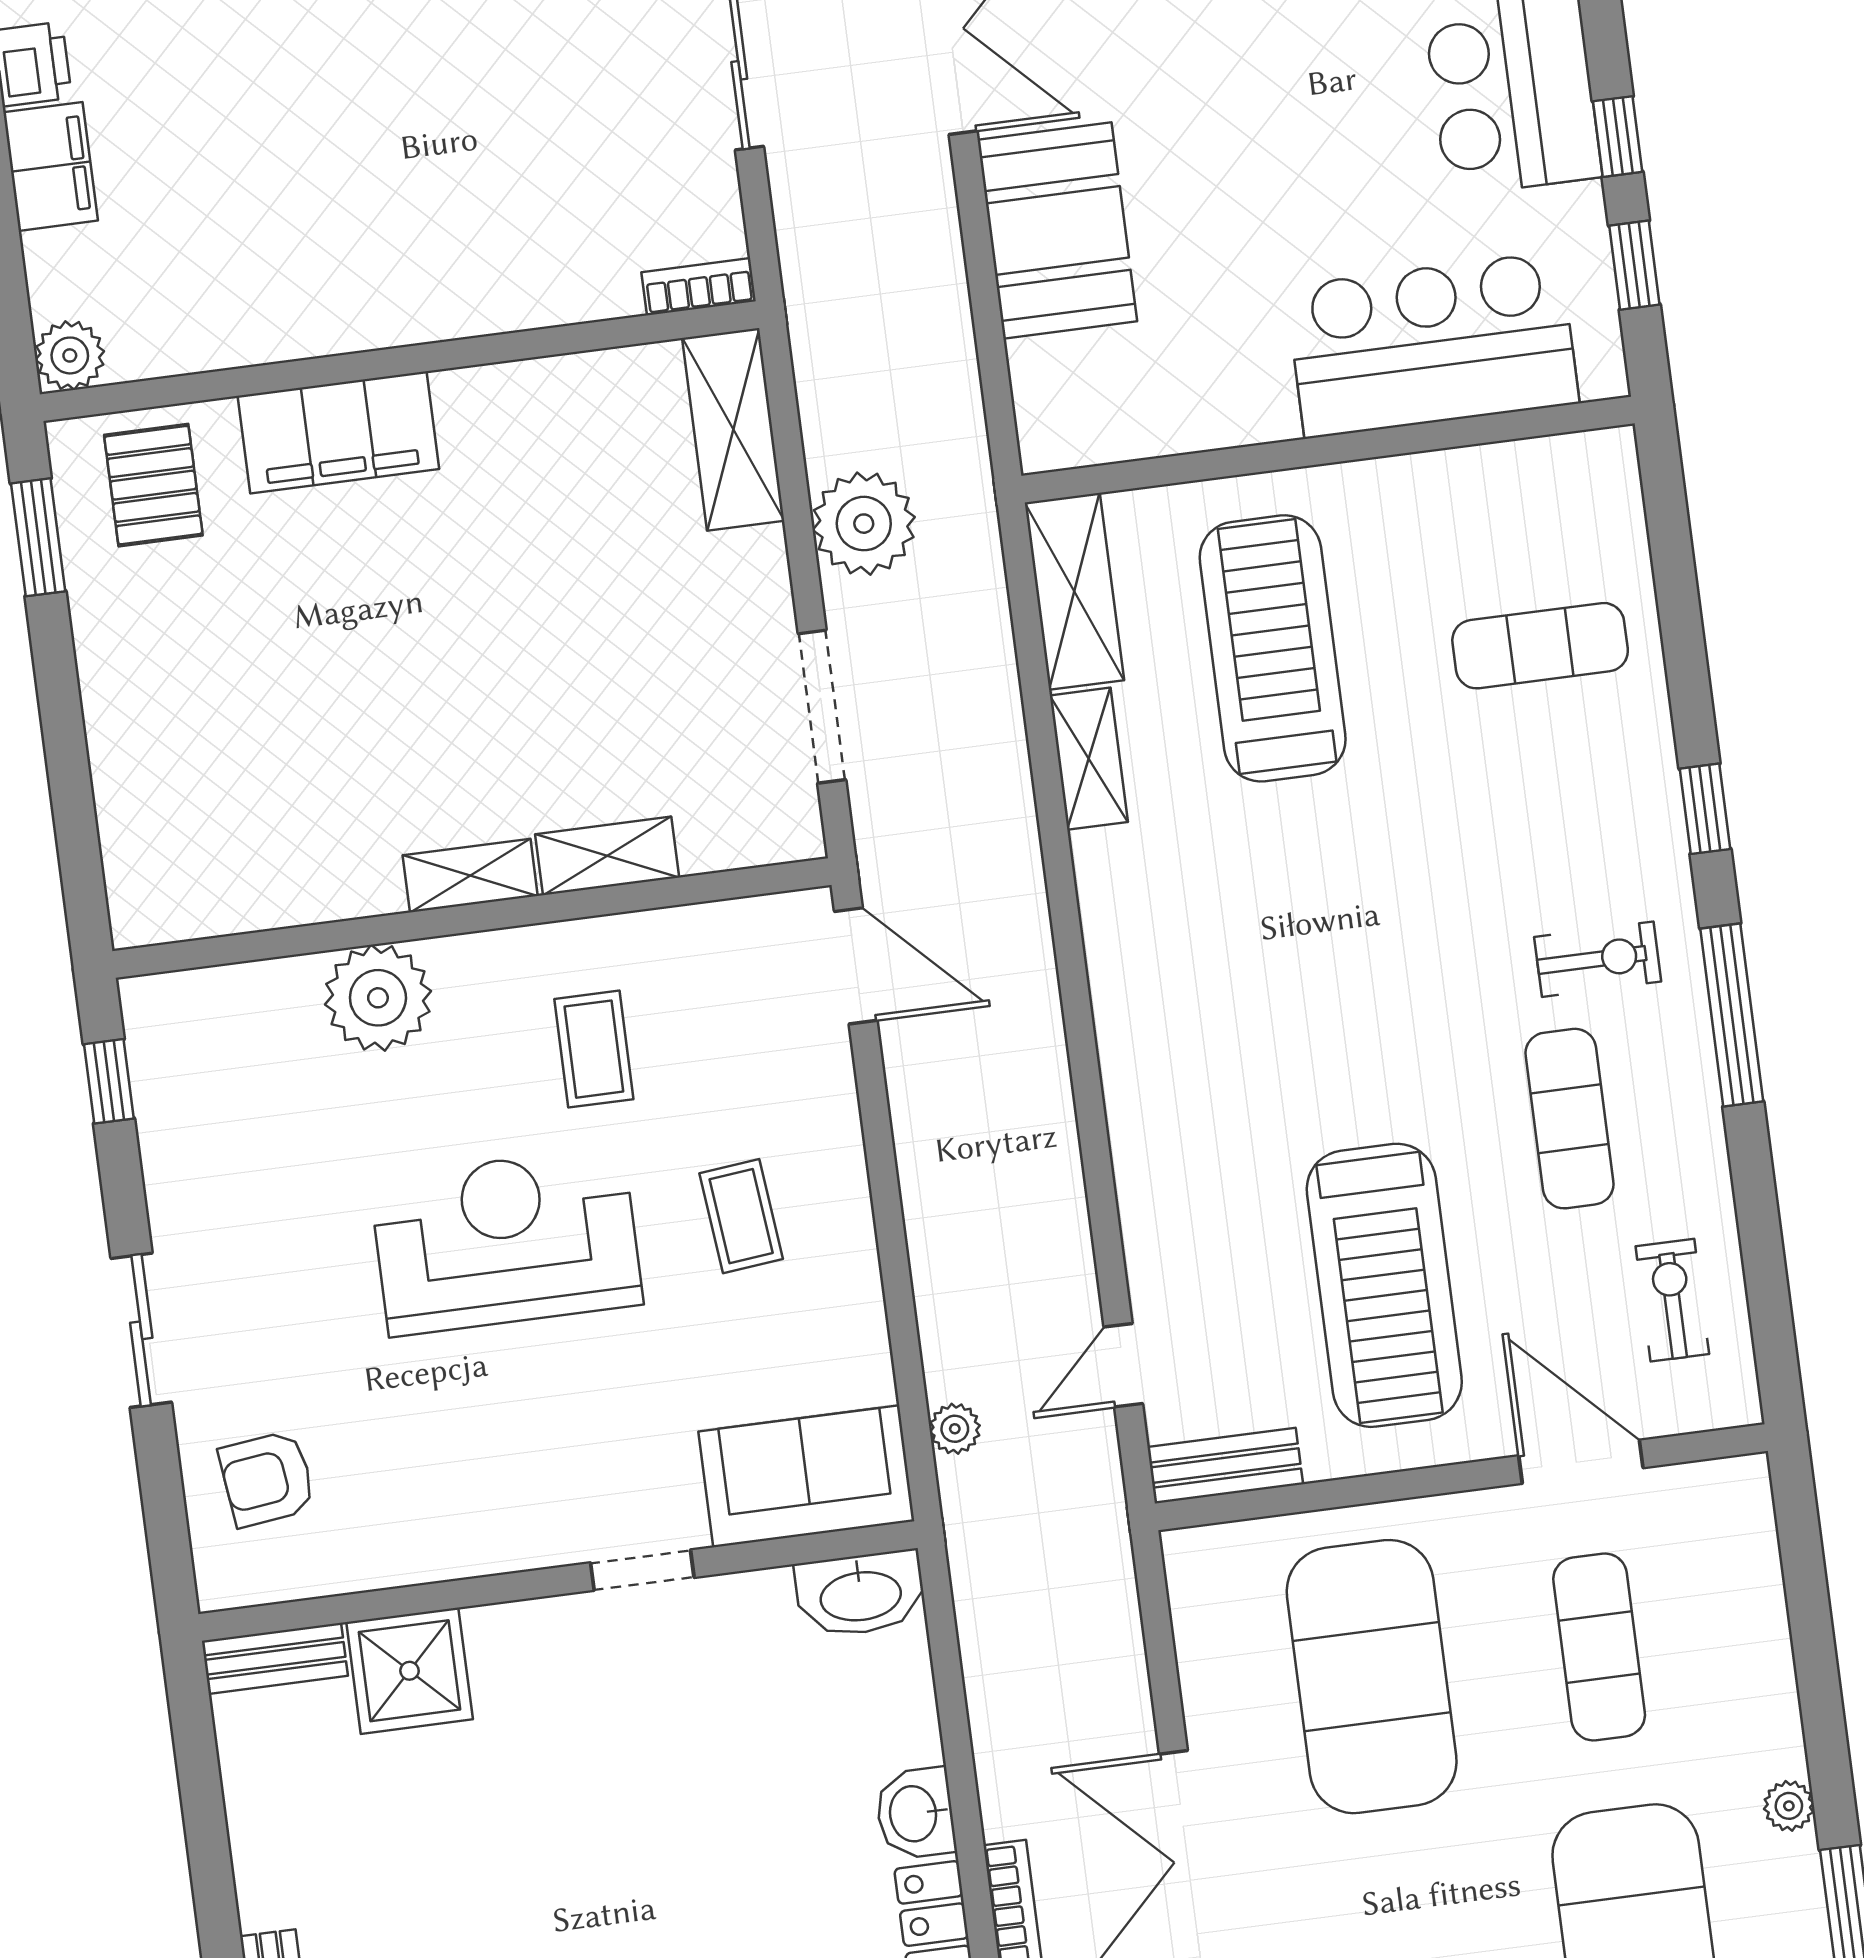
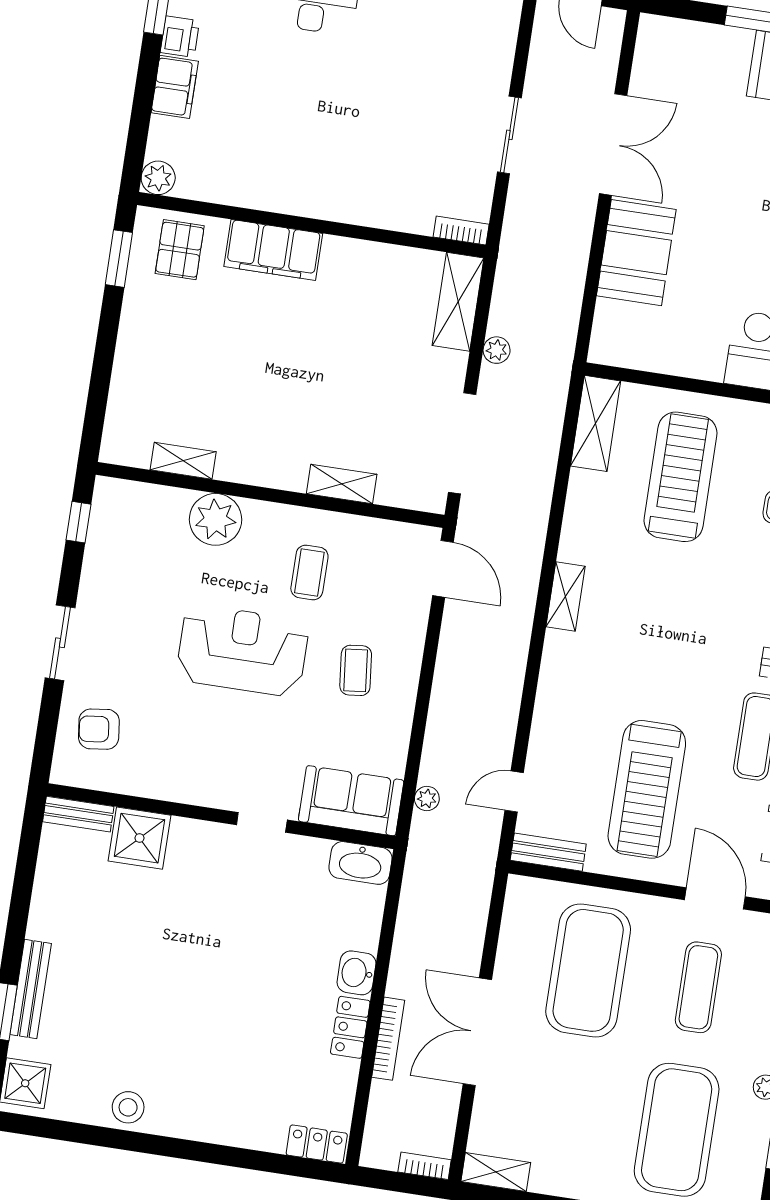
plant: (864, 524) -> (497, 350), width x0.53, depth x0.53
doorway: (822, 707) -> (462, 443), width x1.36
shelving: (1089, 759) -> (566, 596), moved
shelving: (470, 876) -> (183, 461), moved

